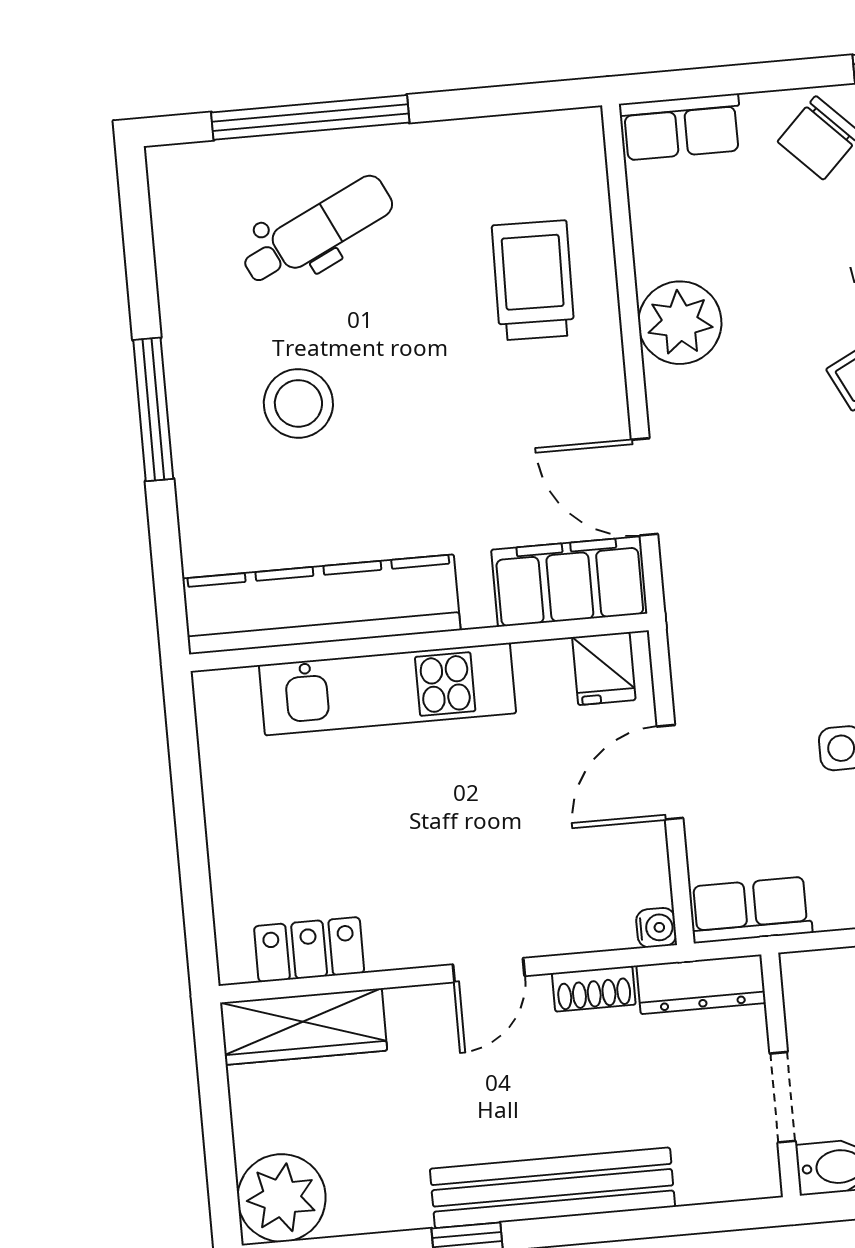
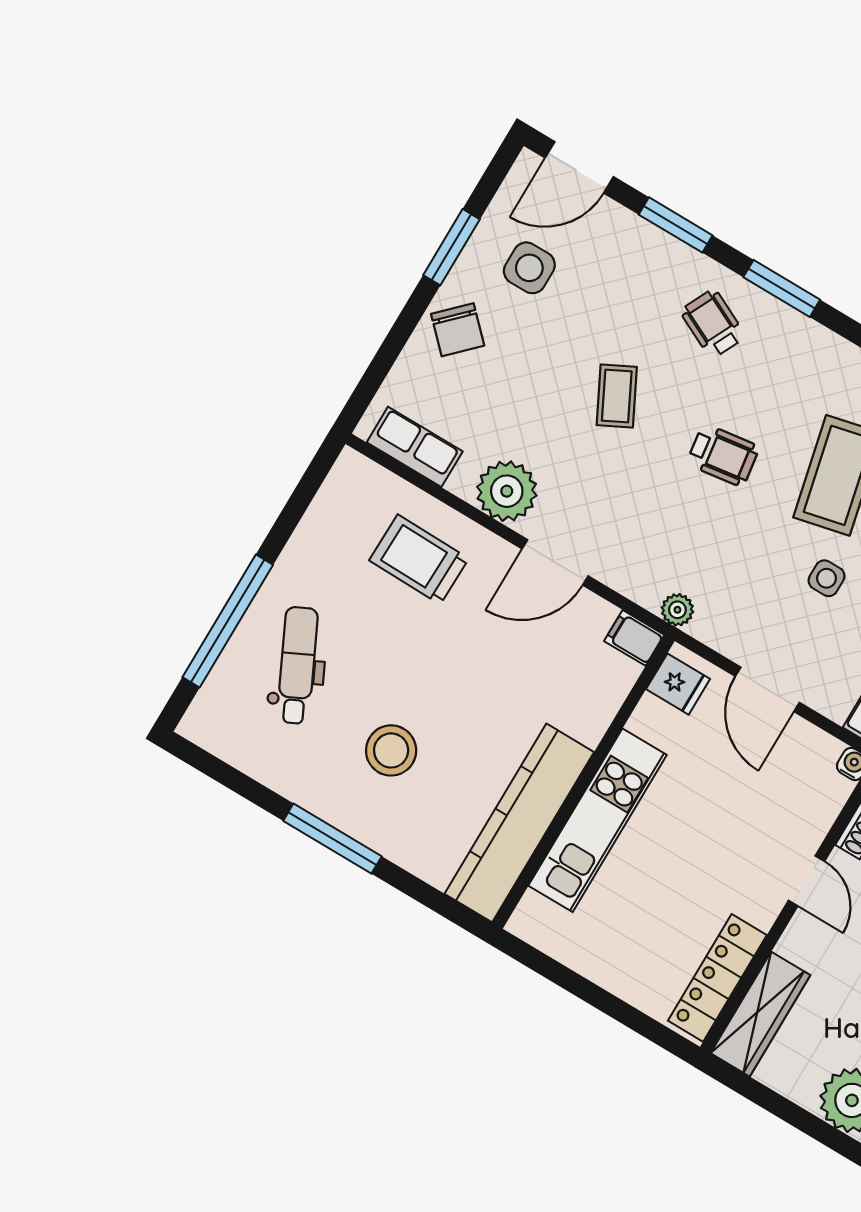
row of seats: (681, 127) -> (415, 447), moved, turned -90
door: (645, 487) -> (555, 562), moved
filing cabinet: (569, 582) -> (634, 638), width x0.33, depth x0.86
plant: (686, 608) -> (677, 610), added
locker: (309, 950) -> (717, 978), width x1.53

